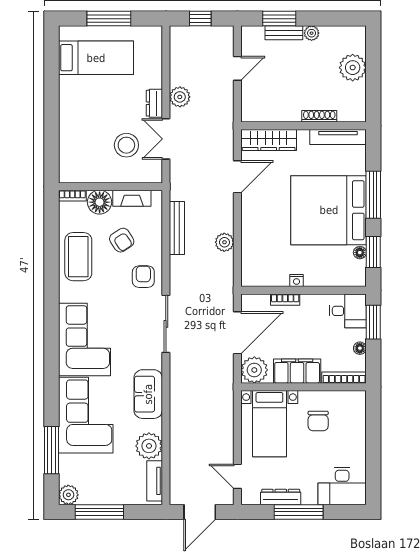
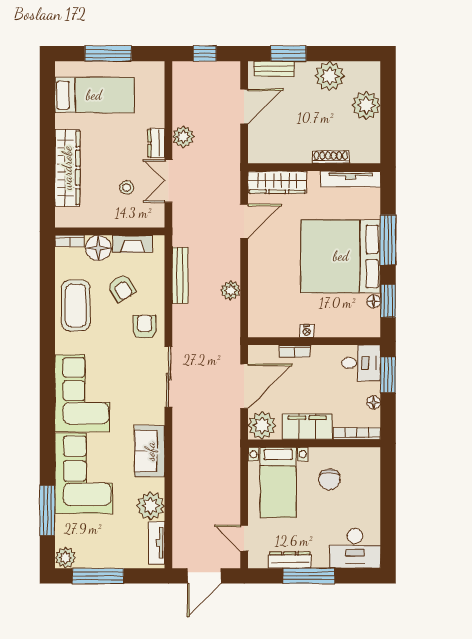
bench: (284, 33) -> (274, 69), moved
plant: (312, 33) -> (330, 76), width x1.87, depth x1.87
door: (237, 68) -> (244, 106), width x1.38
wardrobe: (70, 126) -> (67, 168), added
stool: (126, 145) -> (127, 188), width x0.53, depth x0.53

